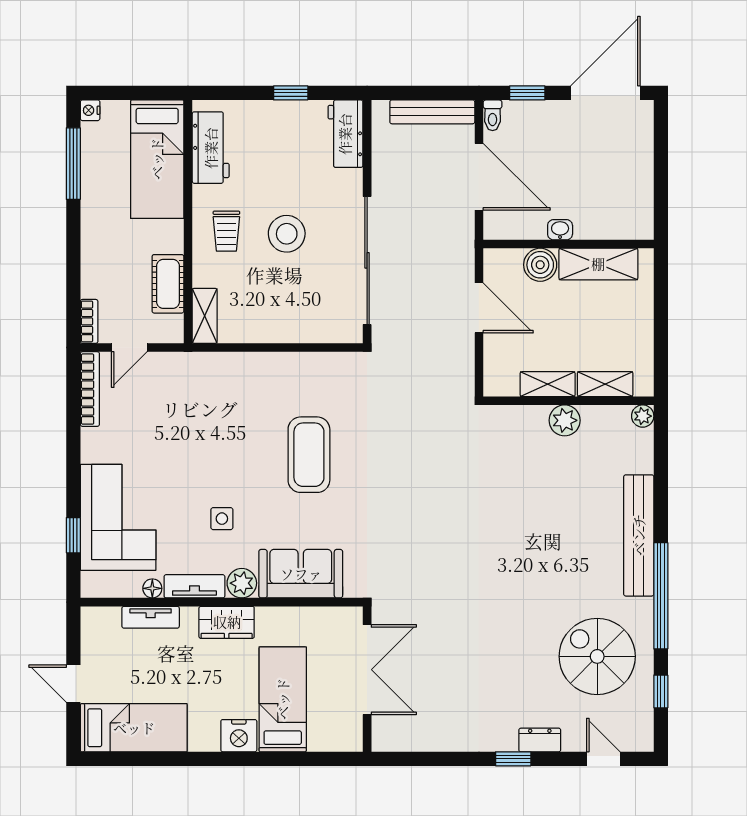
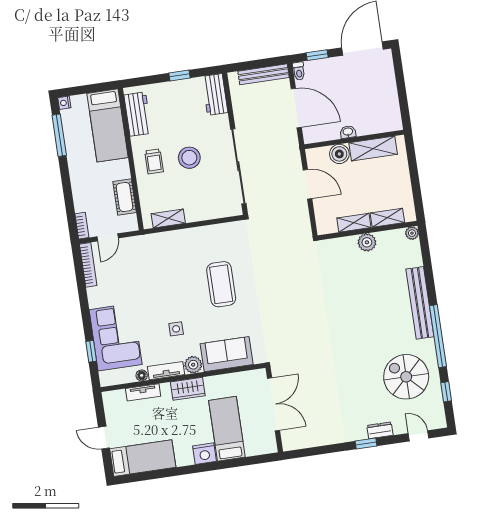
shelving: (205, 316) -> (168, 219), moved, turned 90

